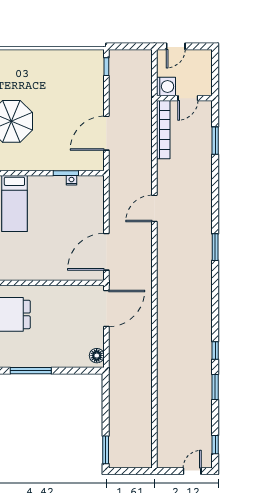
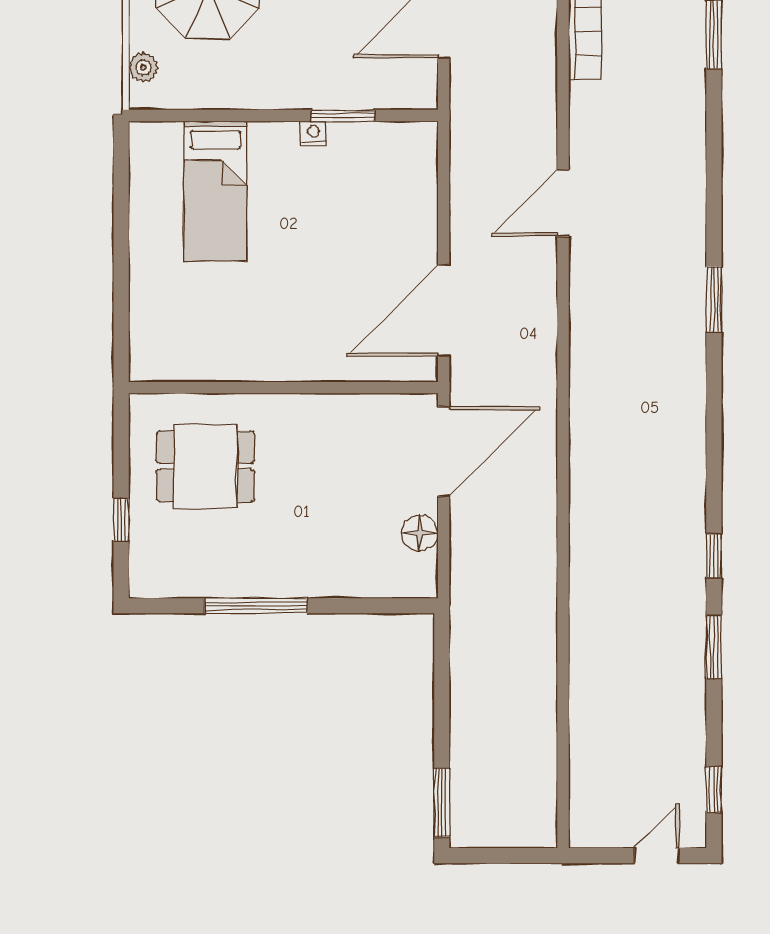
nightstand: (71, 180) -> (313, 133), moved
floor lamp: (97, 356) -> (420, 533), moved

